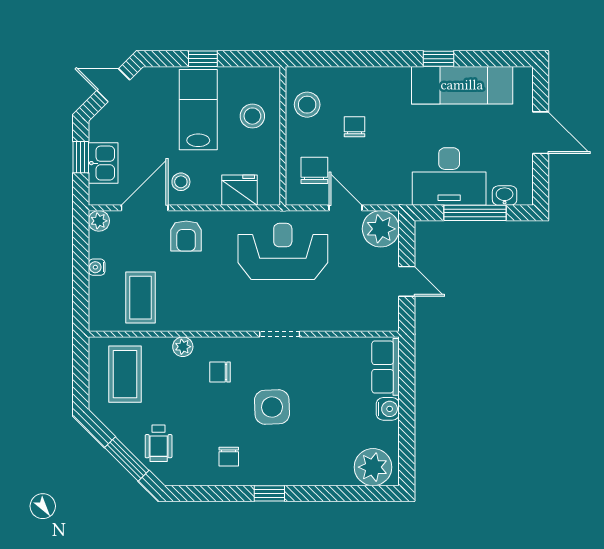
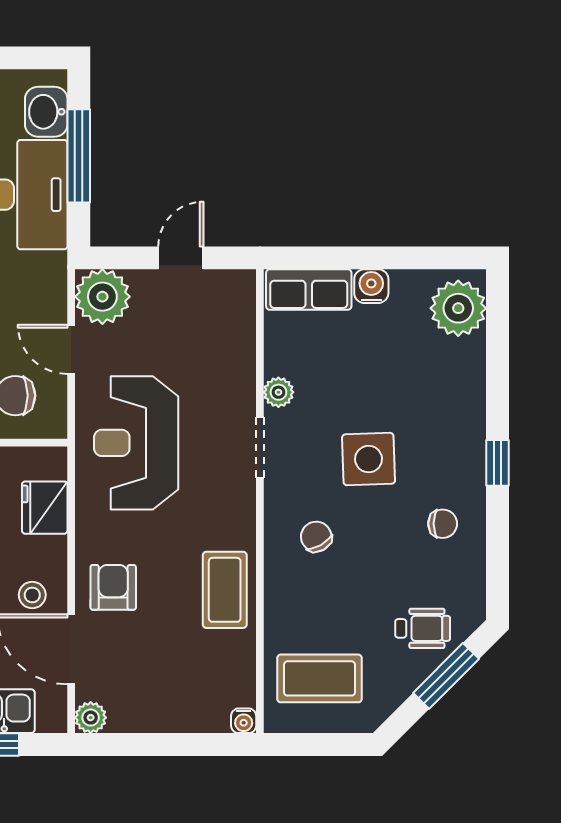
washbasin: (505, 196) -> (46, 112), width x1.38, depth x1.45
door: (345, 208) -> (71, 349), hinge flipped
armchair: (186, 236) -> (113, 587), turned -90
water cooler: (97, 267) -> (244, 721), moved
coffee table: (140, 298) -> (225, 590), moved, turned 90
plant: (183, 347) -> (278, 392), moved
chair: (220, 372) -> (316, 537), turned 151

